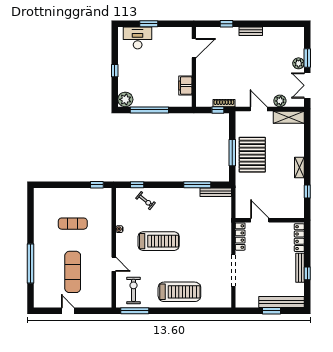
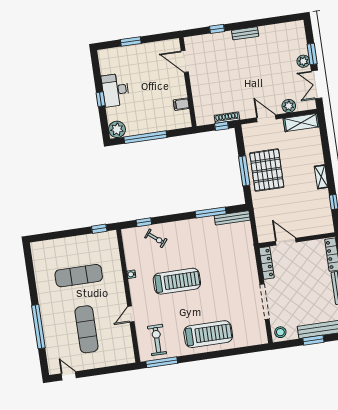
desk: (138, 38) -> (115, 90), moved, turned -90
door: (194, 48) -> (185, 61), swing flipped
filing cabinet: (185, 86) -> (181, 104), width x0.50
exercise mat: (73, 224) -> (79, 276), width x1.36, depth x1.45
door: (114, 264) -> (131, 314), swing flipped
stool: (243, 299) -> (280, 332), added
door: (68, 311) -> (69, 376), moved

